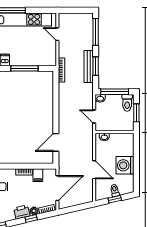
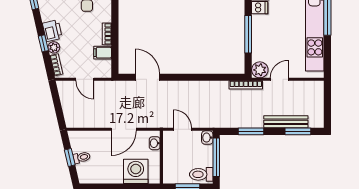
window: (96, 32) -> (298, 131), width x0.69
door: (57, 34) -> (279, 79), moved
plant: (50, 60) -> (260, 70), added
bench: (89, 66) -> (286, 122), moved
door: (94, 116) -> (183, 129), hinge flipped
washing machine: (125, 165) -> (136, 171), moved
door: (94, 170) -> (124, 129), moved
door: (57, 188) -> (85, 79), width x0.53

